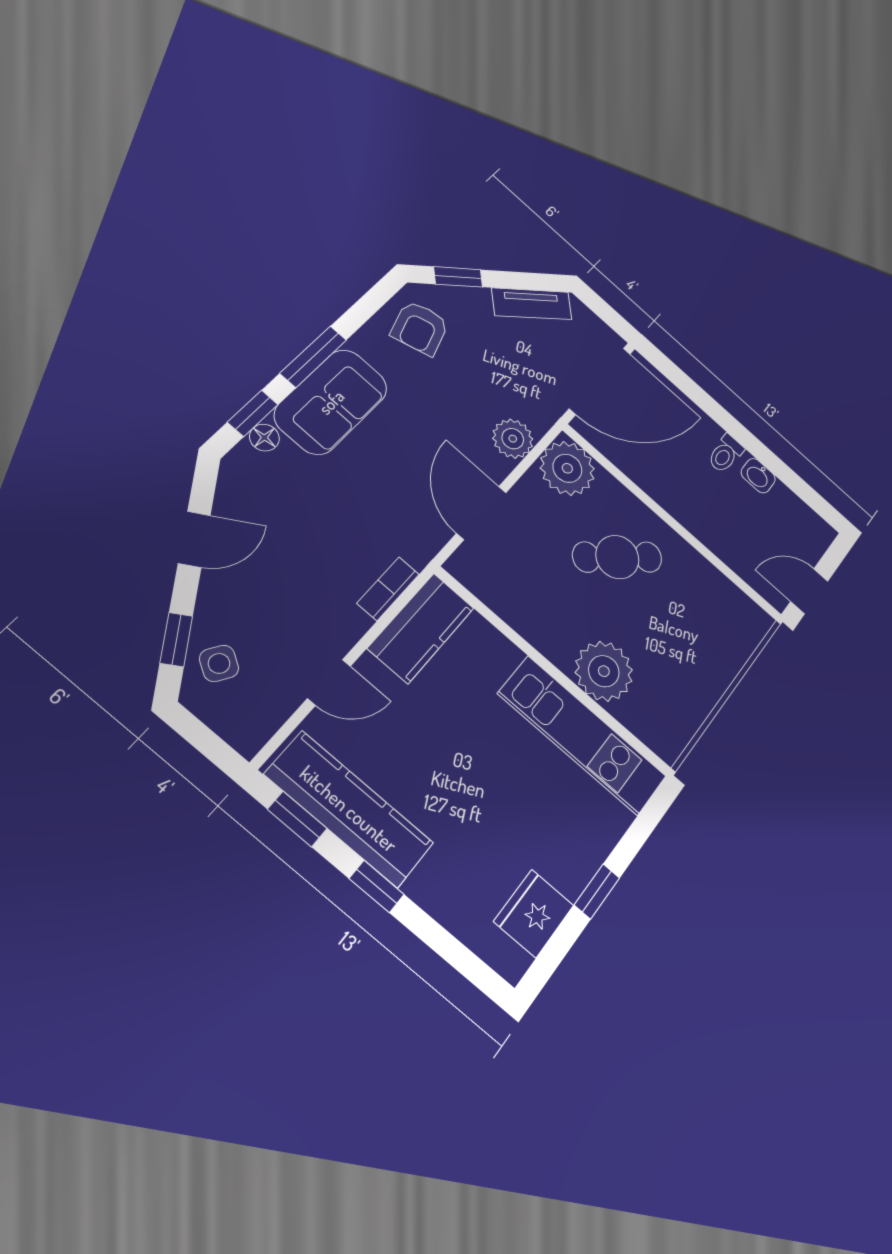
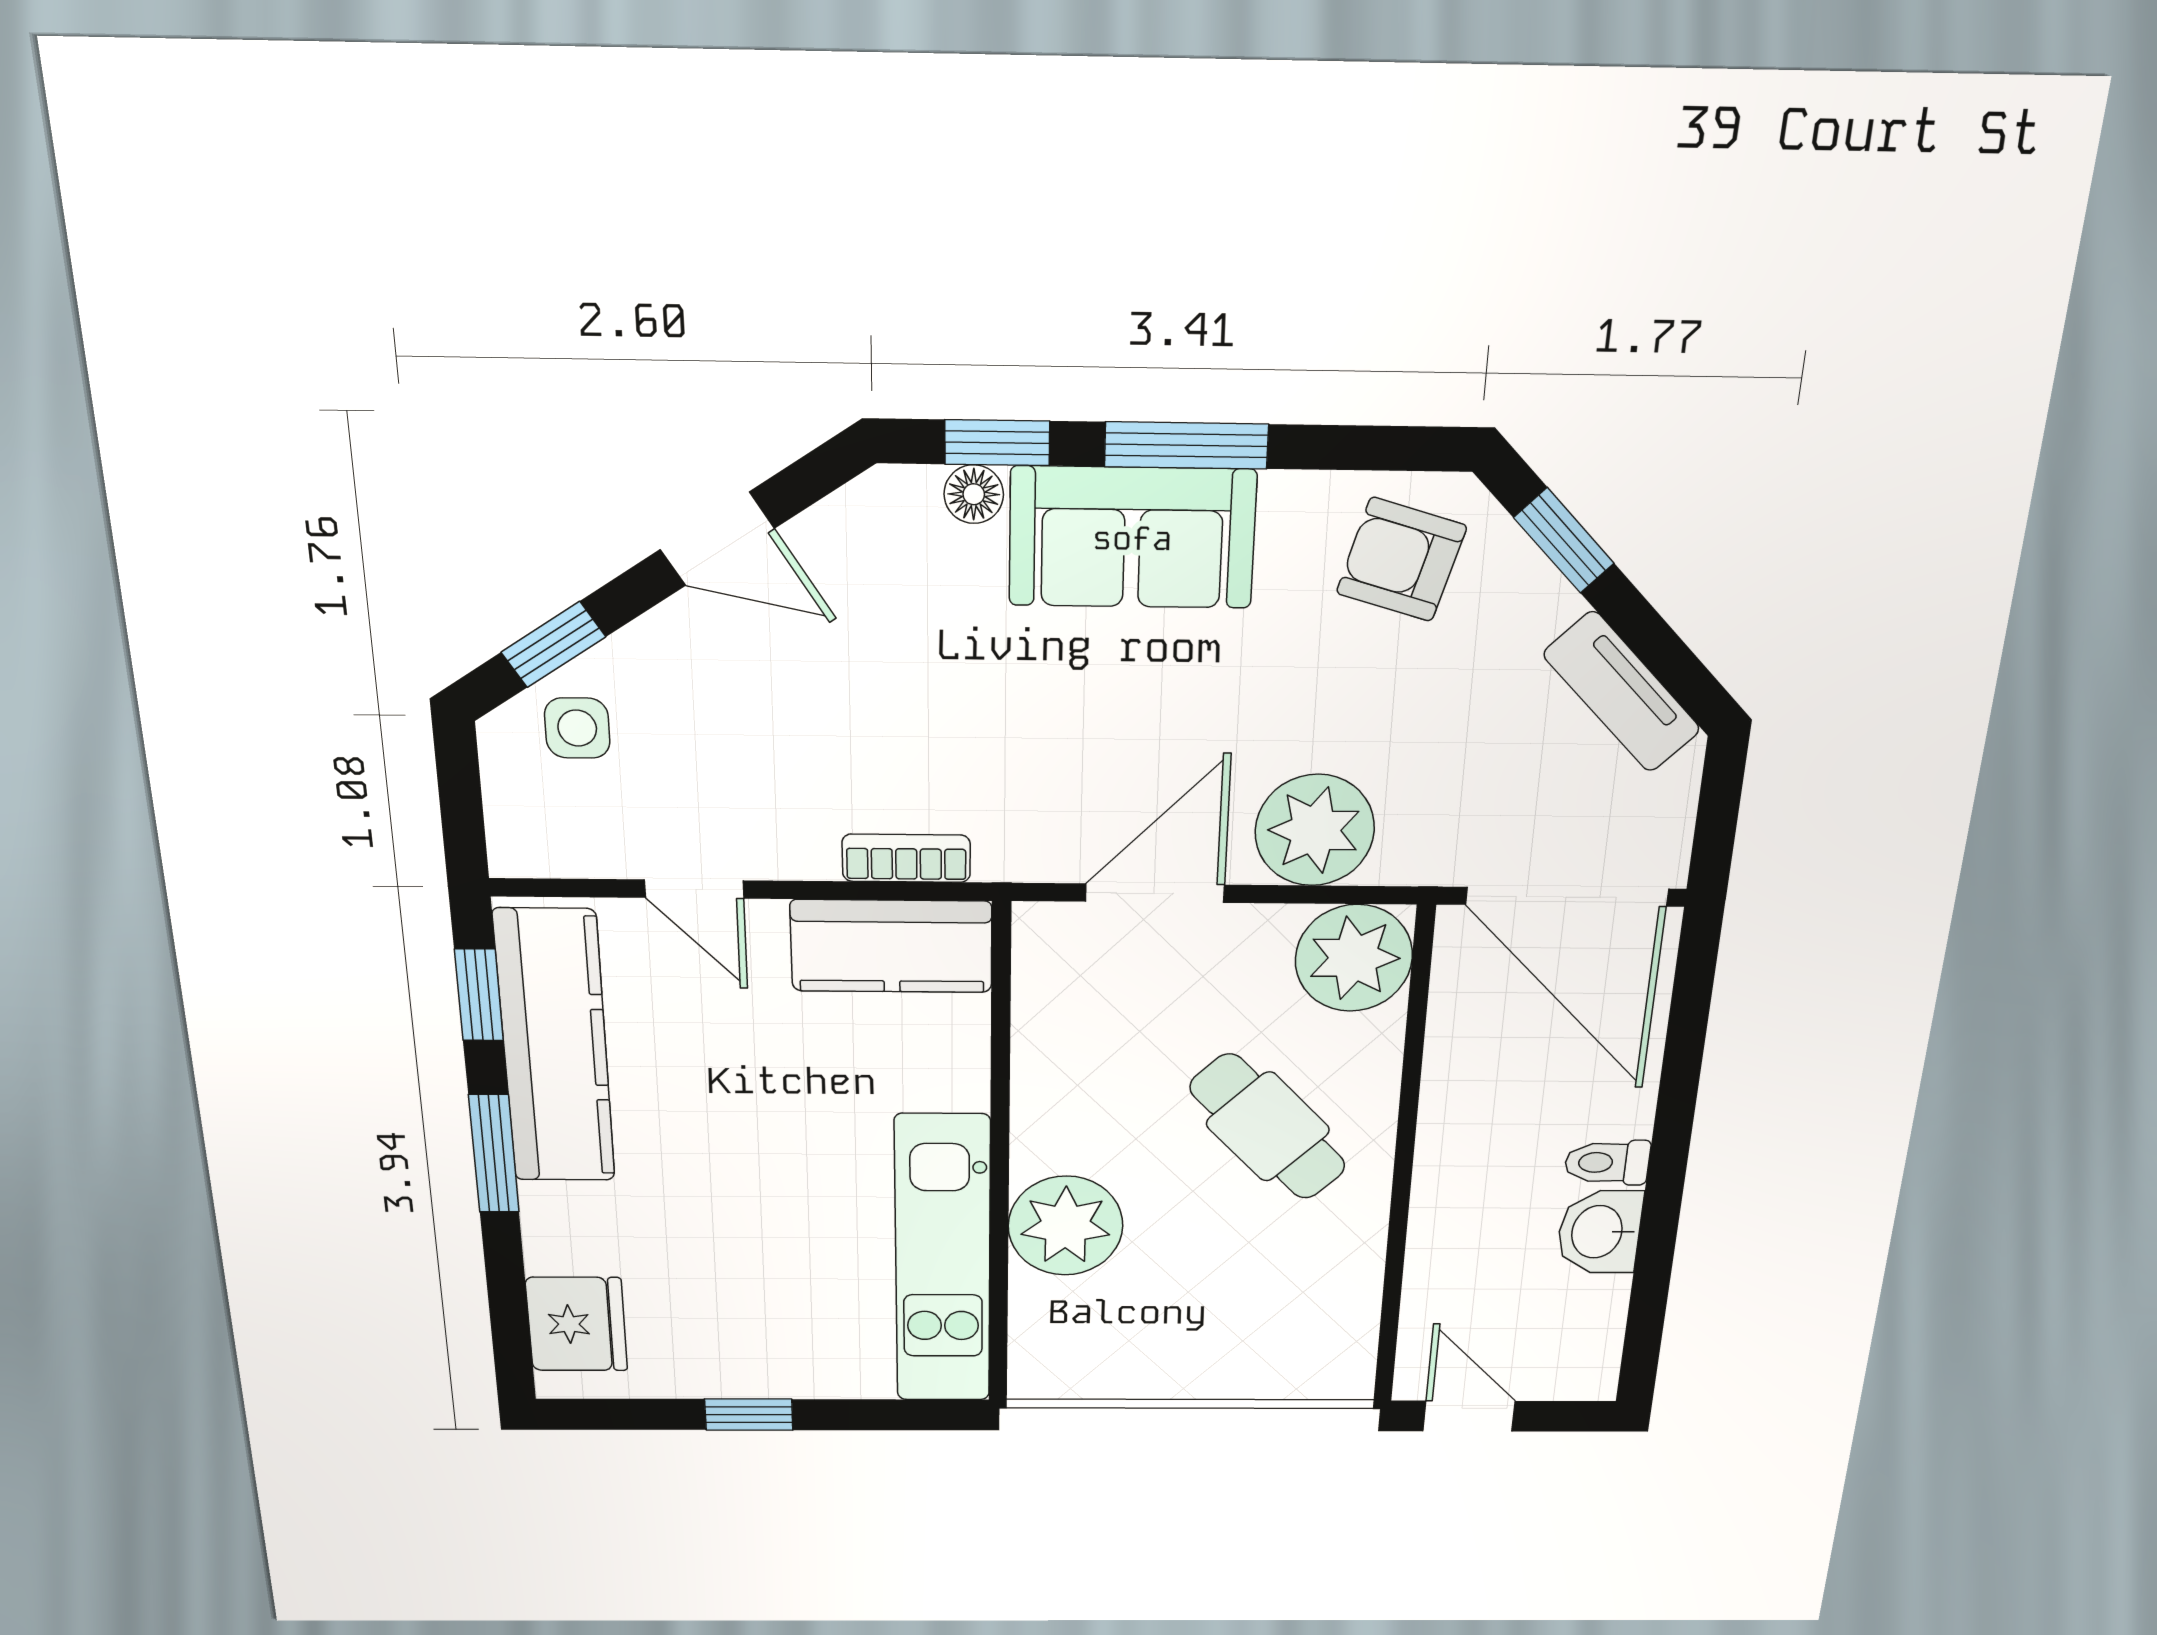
armchair: (420, 328) -> (1401, 560), turned 33
plant: (513, 439) -> (1315, 830), width x1.36, depth x1.36
washbasin: (758, 476) -> (1599, 1232), width x1.38, depth x1.45
side table: (219, 663) -> (577, 728), turned -32
window: (377, 887) -> (494, 1154), width x1.50
fridge: (534, 913) -> (577, 1324), moved, turned 90

